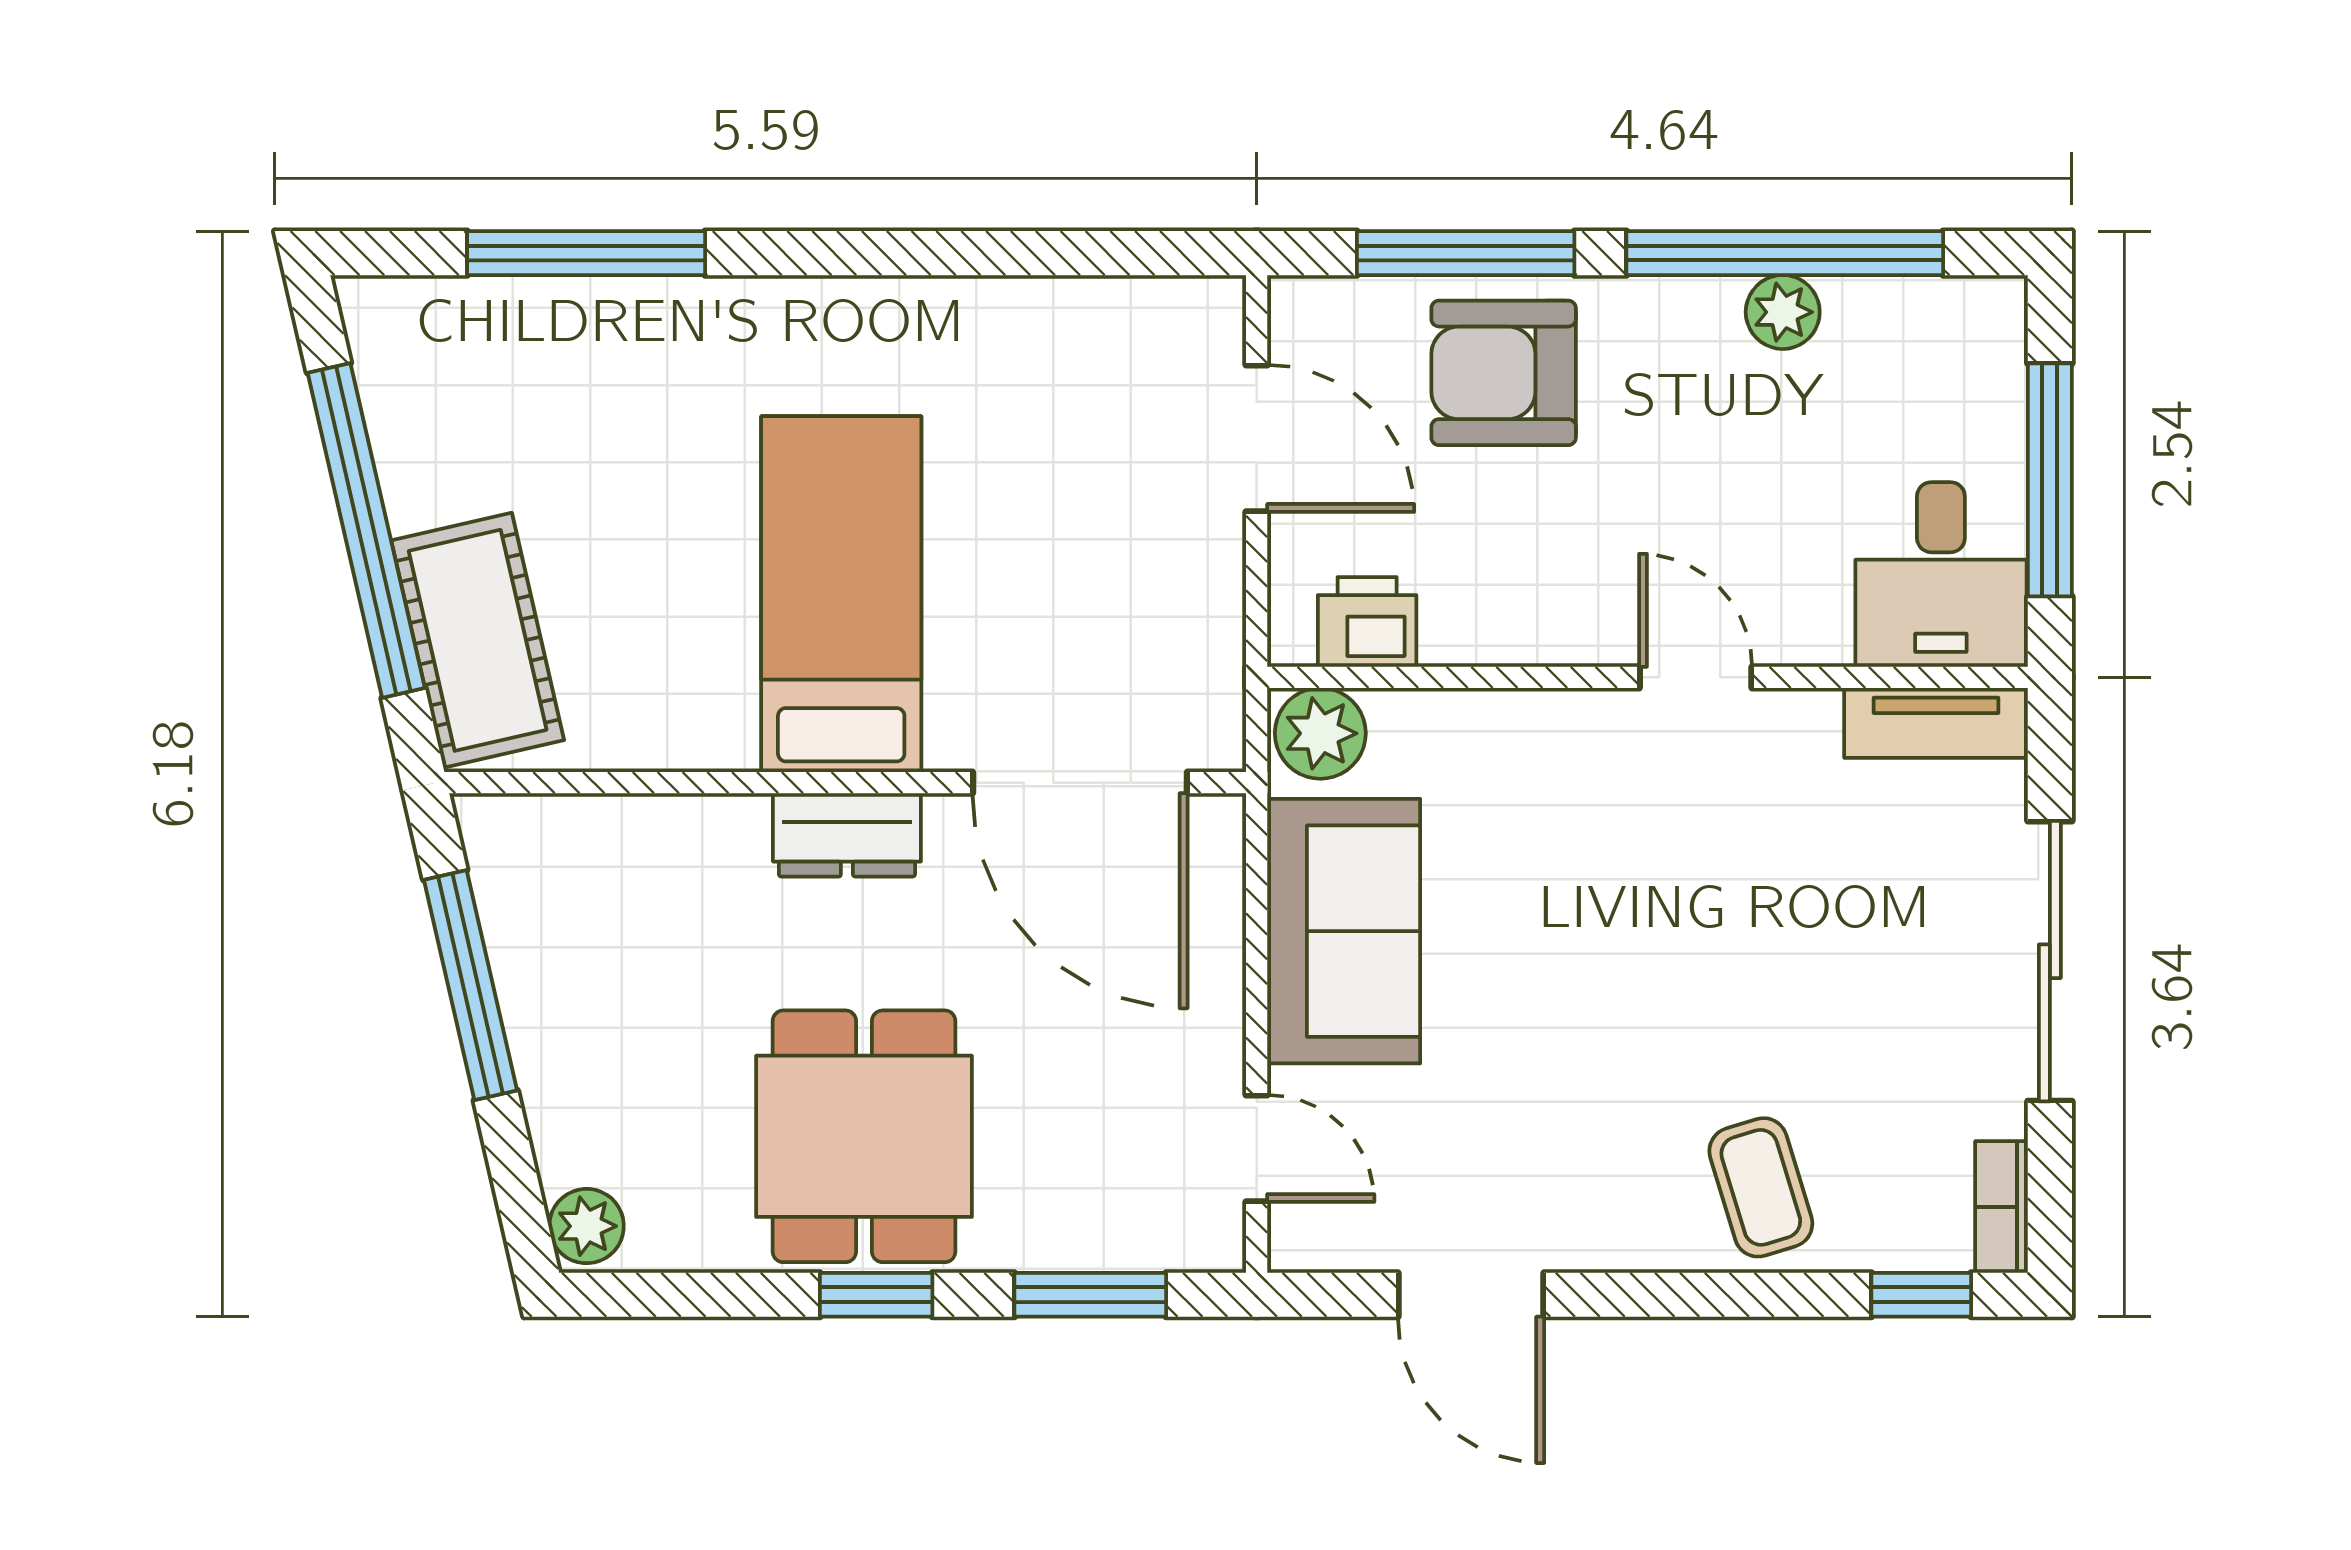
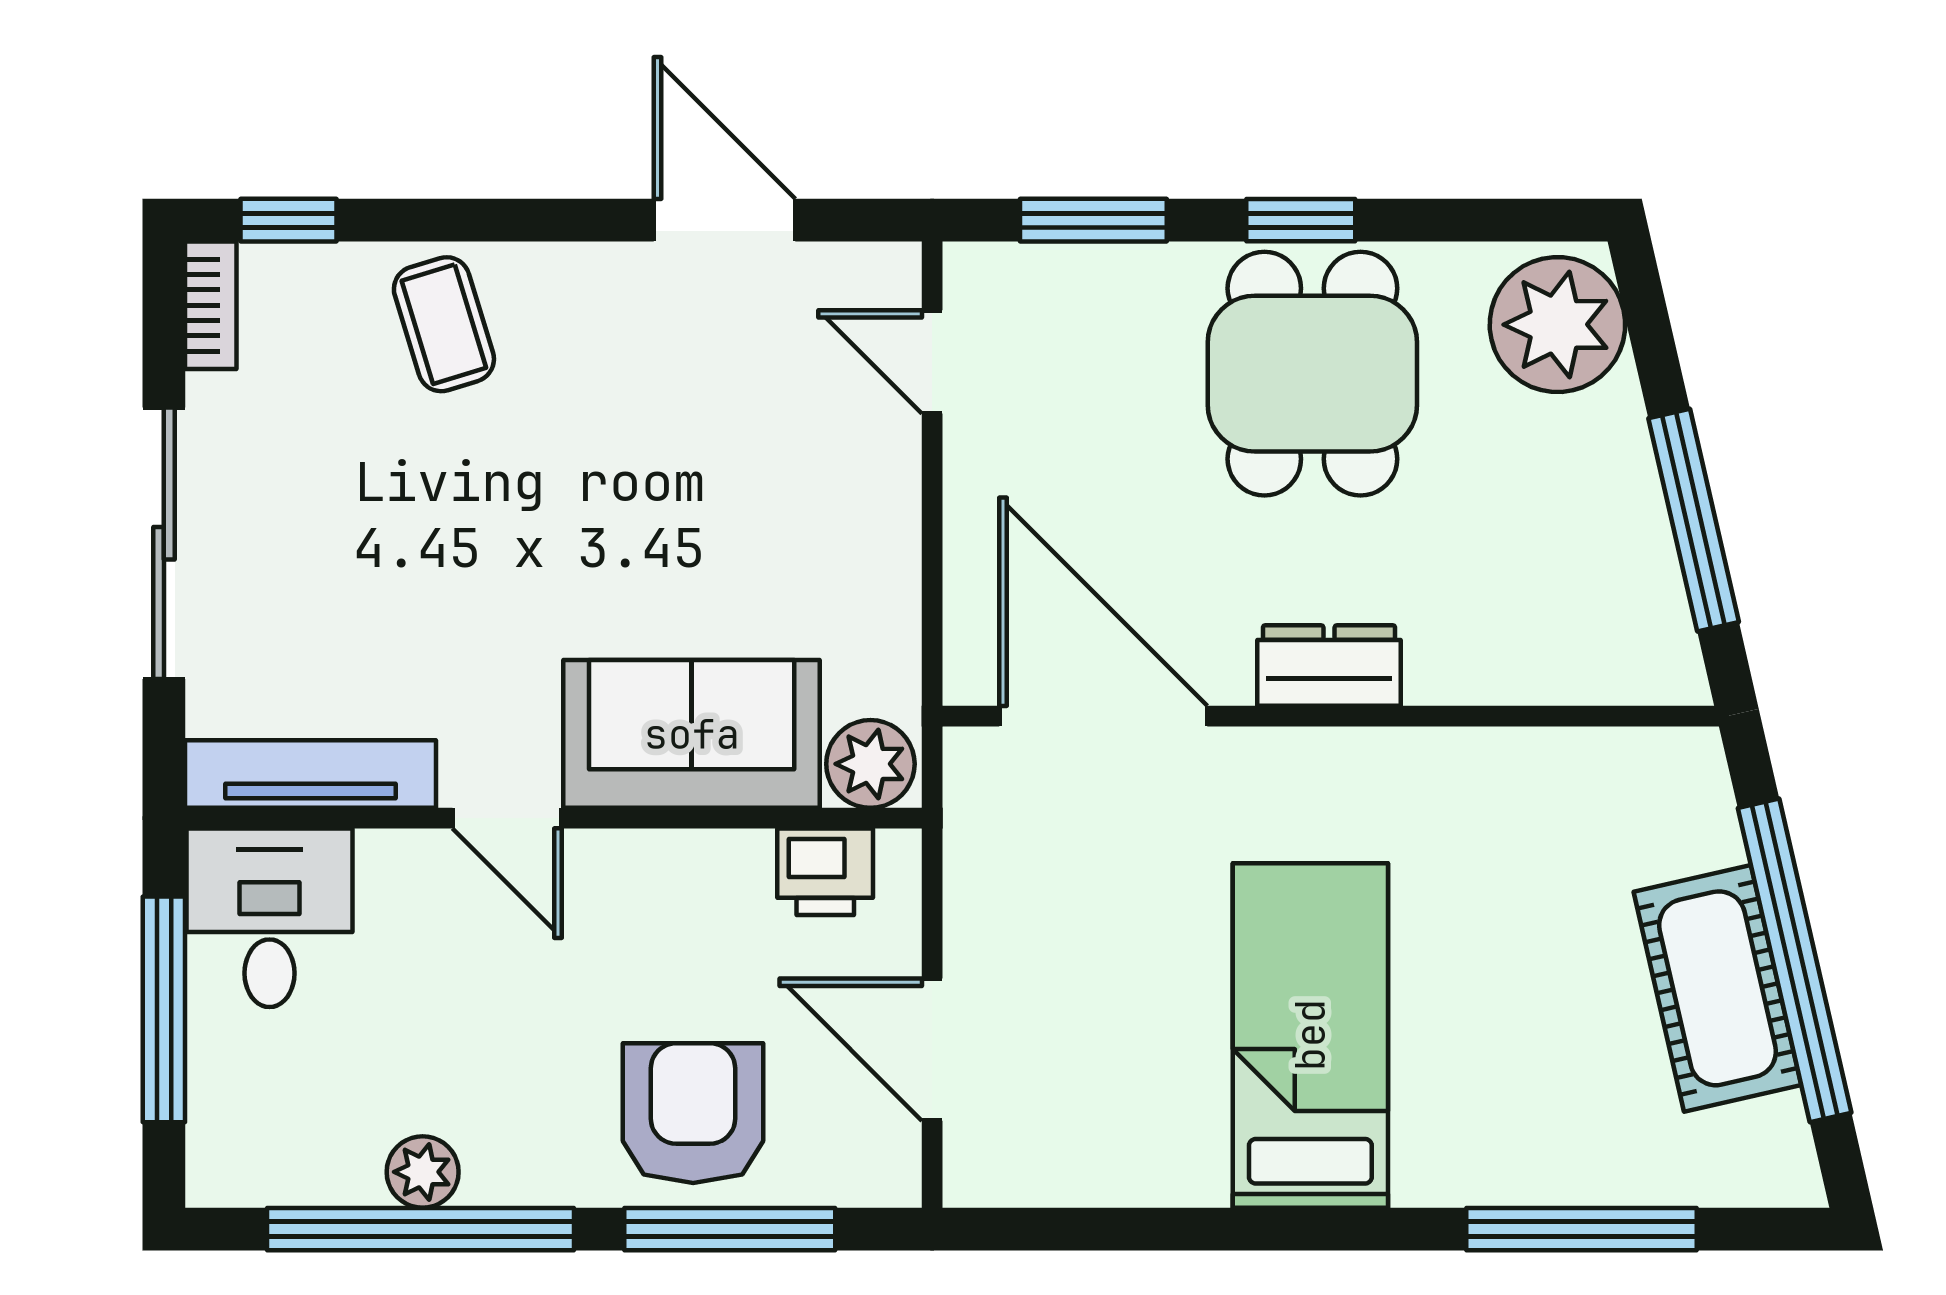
armchair: (1504, 373) -> (693, 1113), turned -90
bed: (841, 594) -> (1310, 1035), moved, turned 180
cot: (478, 640) -> (1718, 988), moved
tv unit: (1936, 723) -> (311, 774), width x1.41
sofa: (1344, 931) -> (692, 734), moved, turned 90
plant: (587, 1226) -> (1557, 325), width x1.88, depth x1.88

